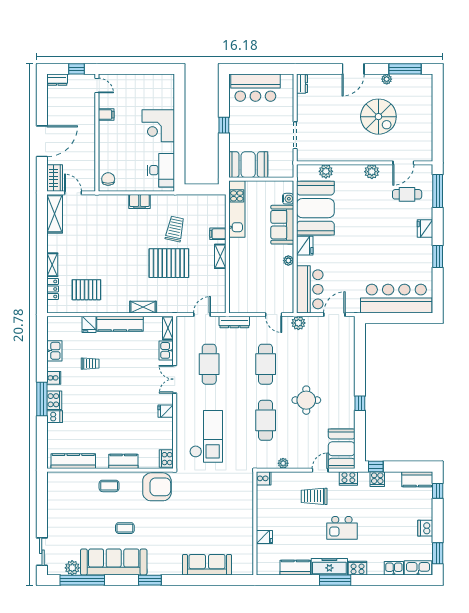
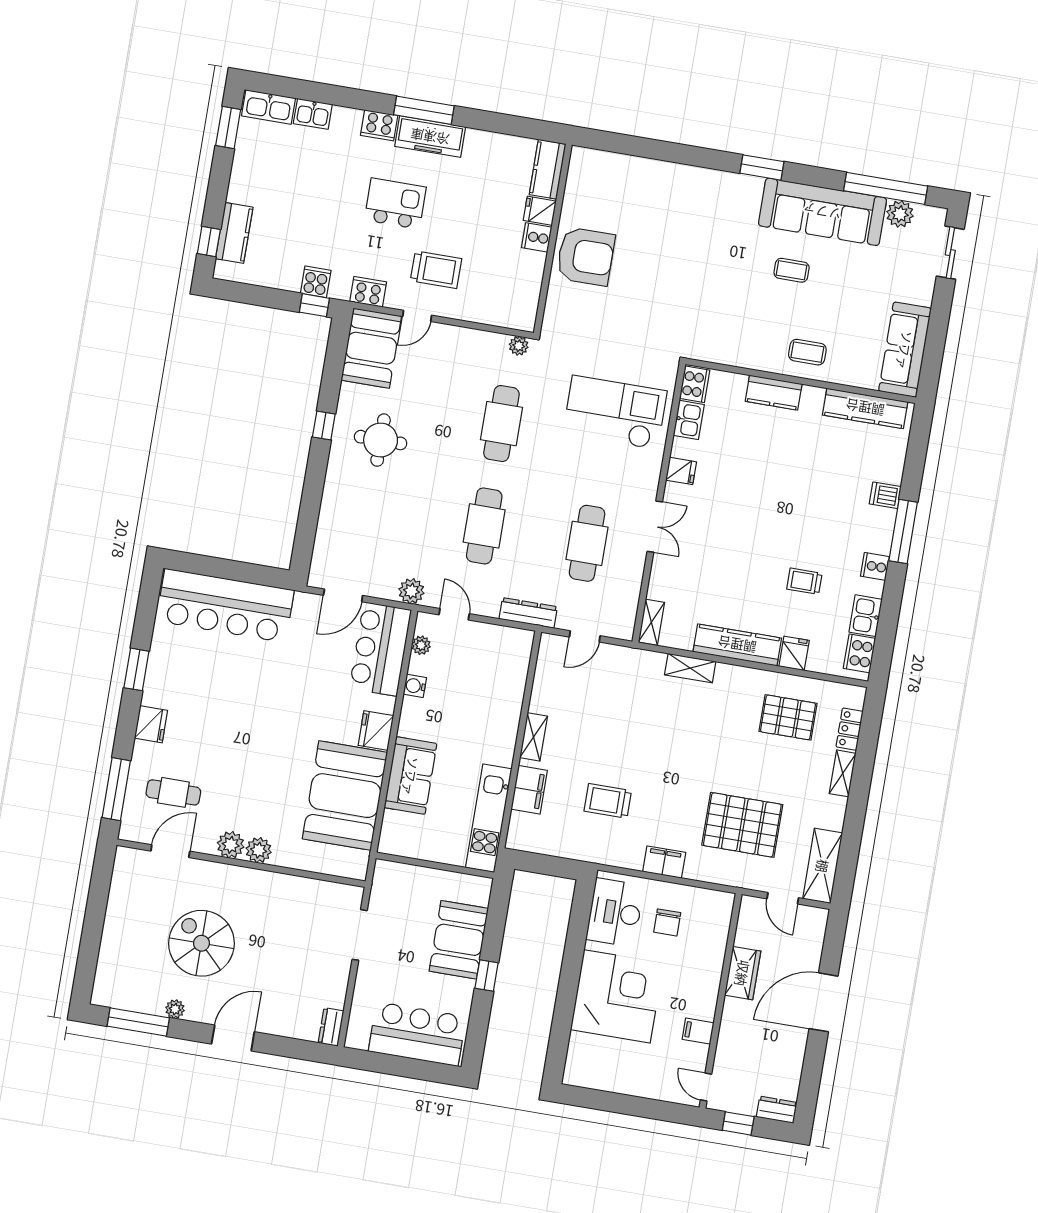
corner desk: (158, 126) -> (617, 996), width x1.36, depth x1.36
booth: (248, 165) -> (459, 940), moved, turned 90
plant: (326, 171) -> (259, 850), moved
wardrobe: (55, 178) -> (743, 973), moved, turned 180
chair: (108, 179) -> (667, 922), moved
water cooler: (288, 199) -> (415, 686), moved
trolley: (175, 229) -> (608, 801), turned 78
filing cabinet: (218, 234) -> (529, 790), width x2.00
plant: (288, 261) -> (421, 645), moved
pallet: (169, 263) -> (742, 825), moved
kitchen sink: (166, 350) -> (689, 420), moved
cooker: (54, 400) -> (859, 653), moved
round table: (306, 400) -> (381, 440), moved
checkout: (206, 436) -> (615, 413), turned 90
plant: (283, 463) -> (519, 346), moved
cooker: (264, 478) -> (537, 237), moved
kitchen counter: (417, 479) -> (234, 233), moved, turned 90
armchair: (157, 487) -> (586, 256), moved, turned 180
dishwasher: (425, 528) -> (243, 177), removed
sofa: (207, 565) -> (905, 350), moved, turned 90
kitchen counter: (295, 568) -> (547, 169), moved, turned 90

